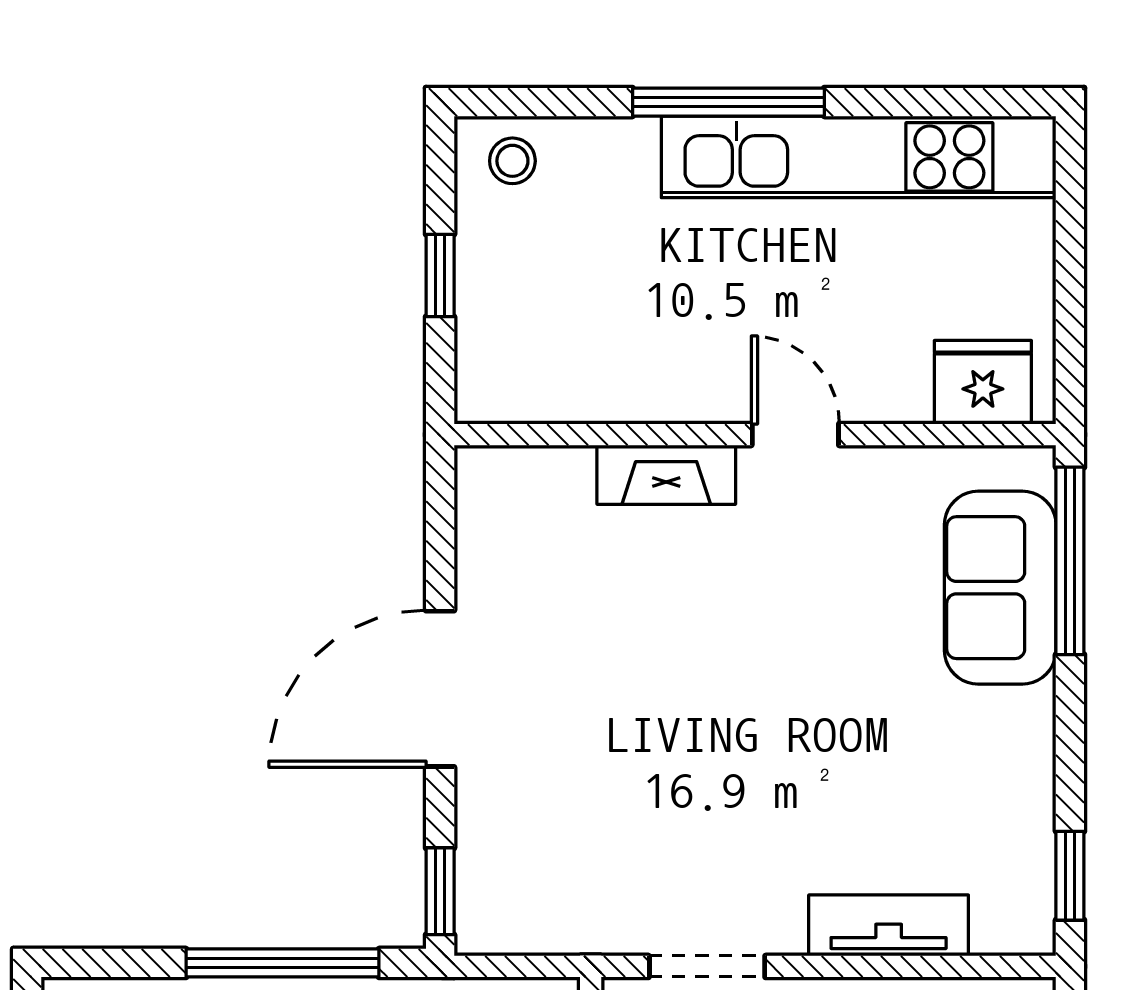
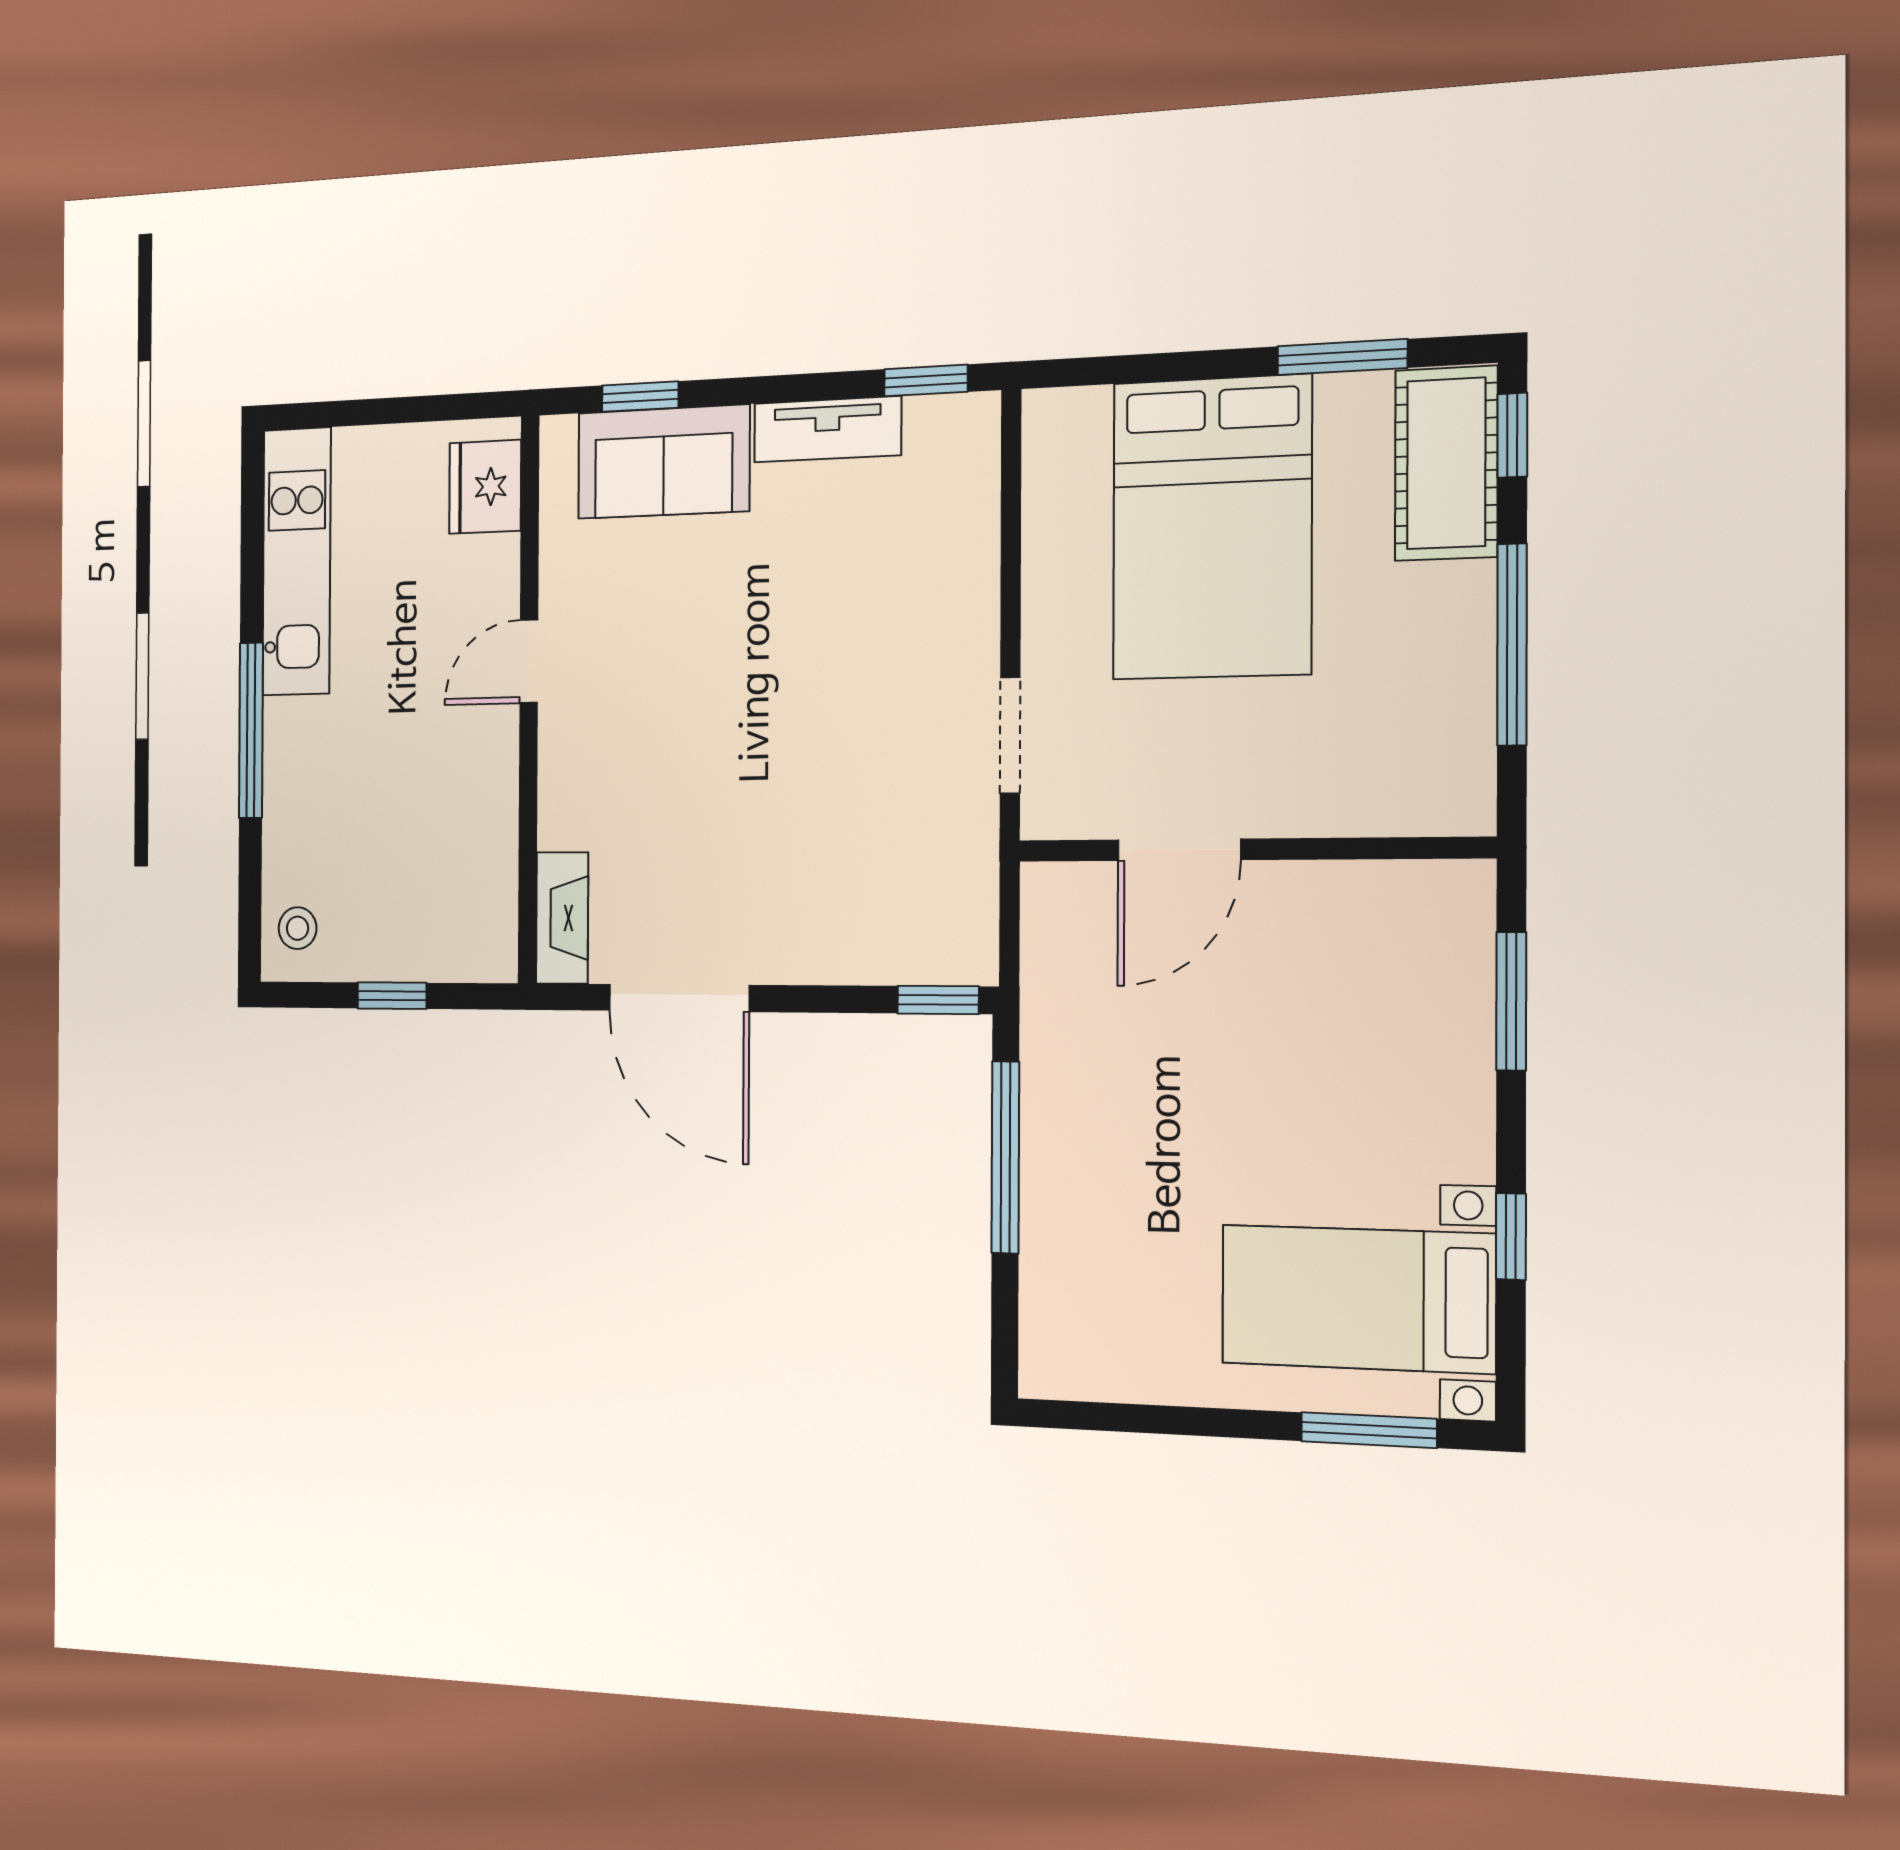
kitchen unit: (859, 157) -> (297, 562), width x0.73
fireplace: (666, 475) -> (562, 918), moved
window: (1070, 561) -> (640, 397), width x0.46
door: (440, 689) -> (679, 998), moved
tv unit: (889, 925) -> (827, 429), moved, turned -90

